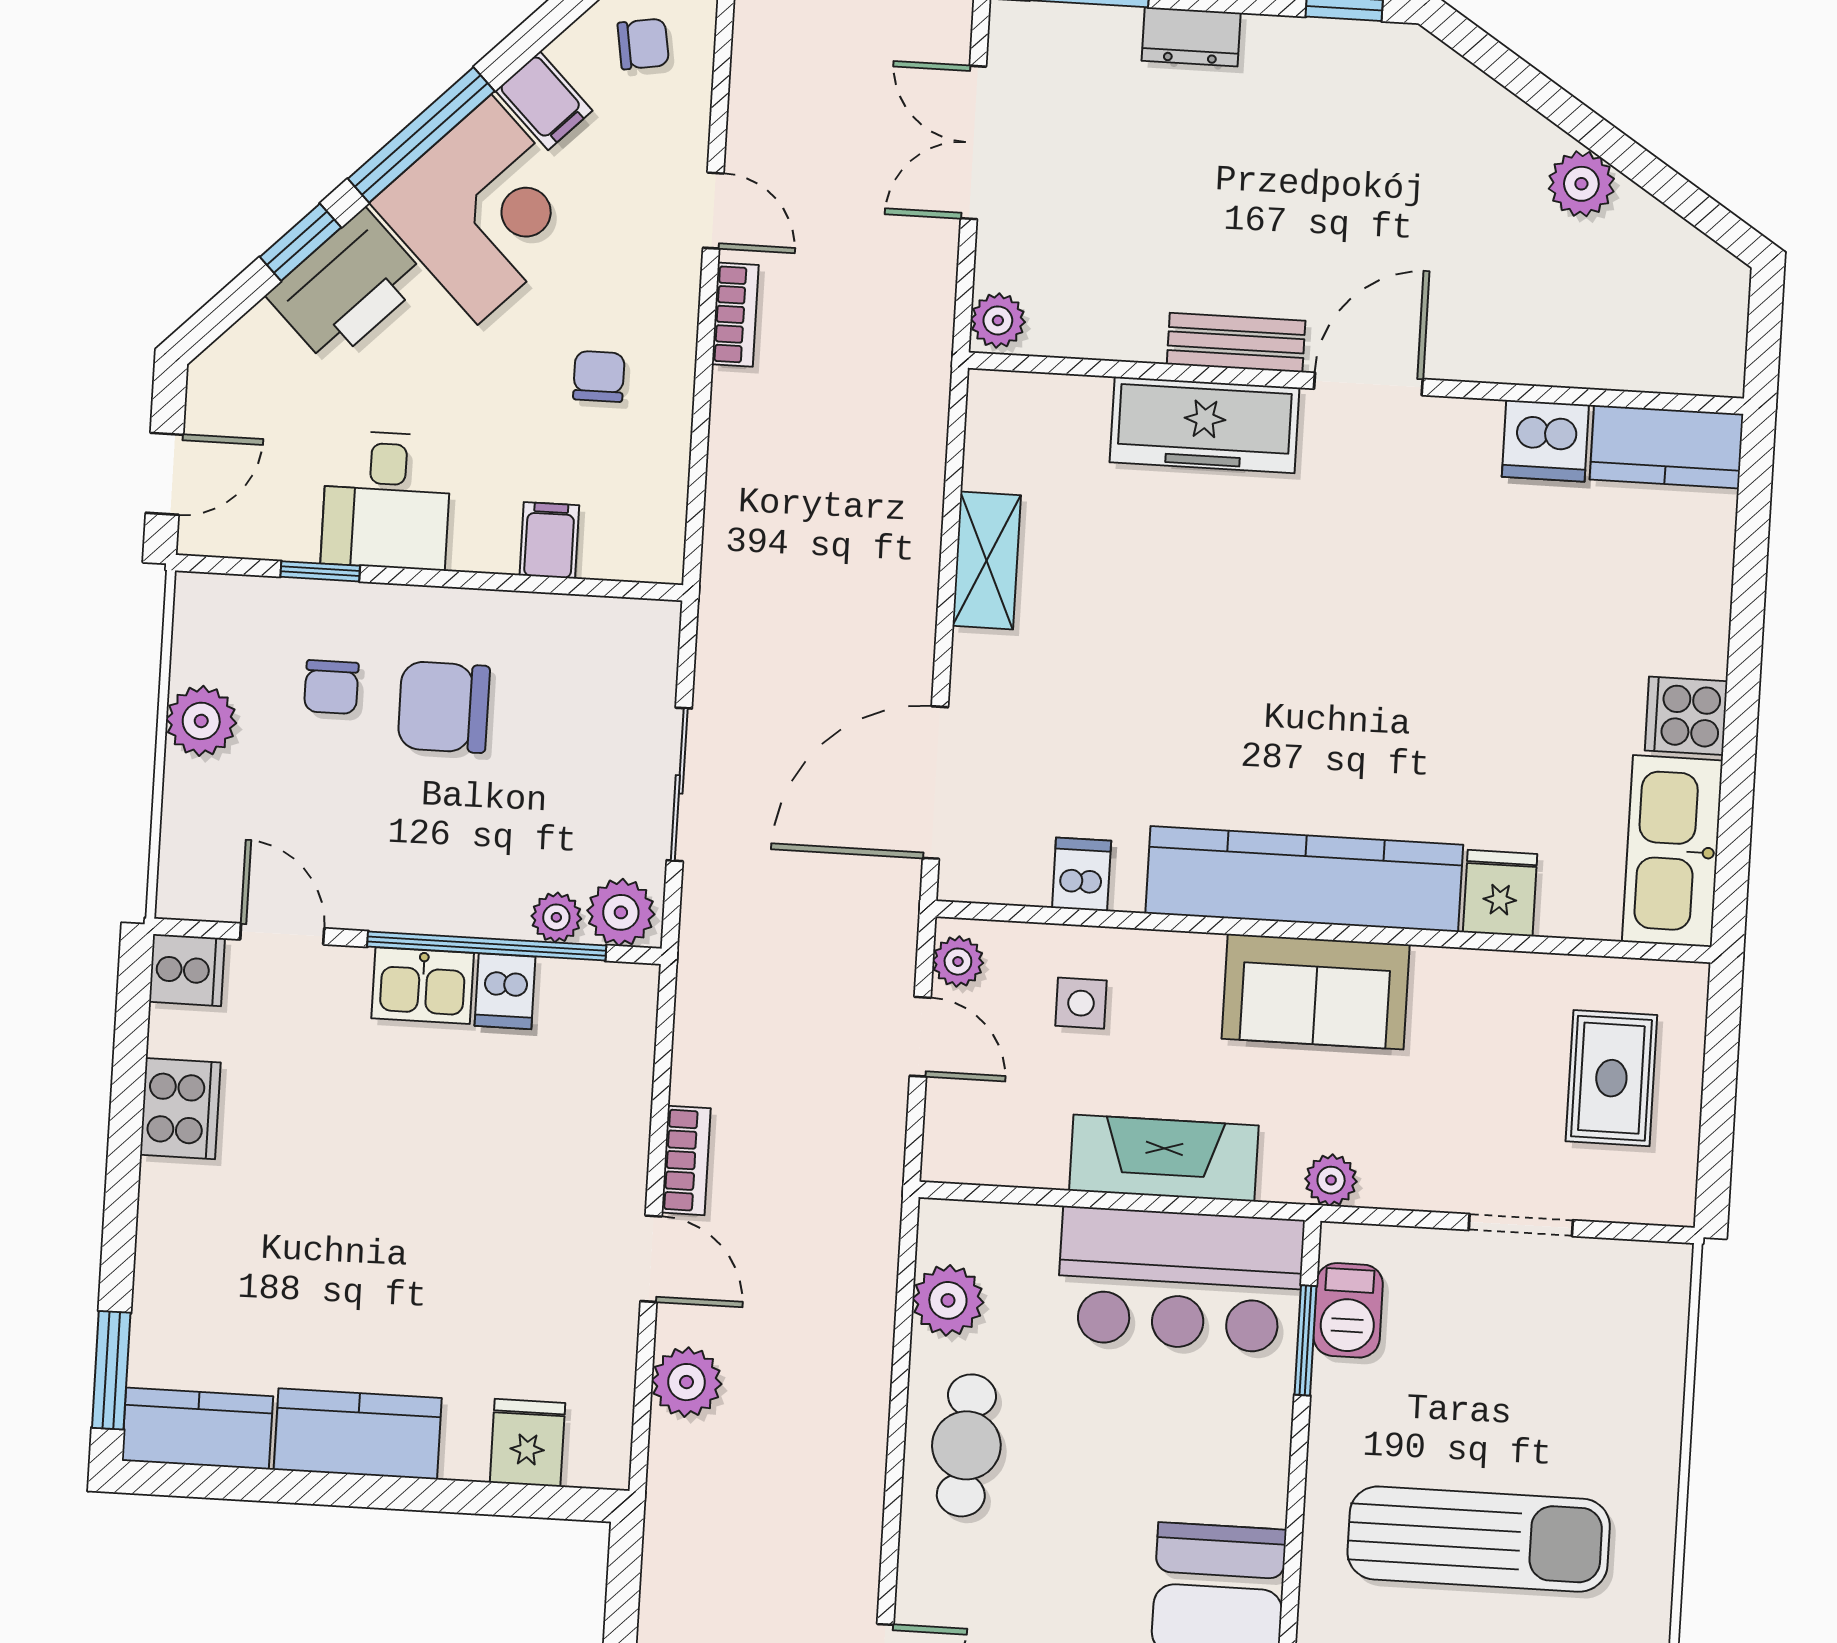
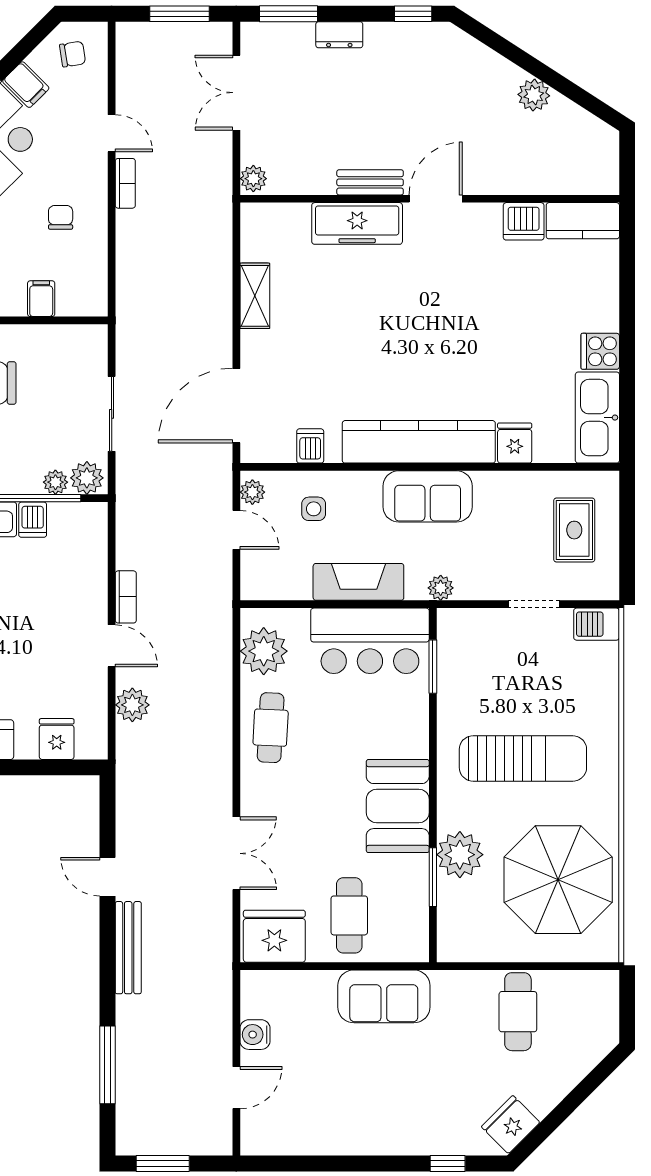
plant: (948, 1300) -> (264, 651), width x1.36, depth x1.36
barbecue: (1348, 1310) -> (597, 624), moved, turned 90

